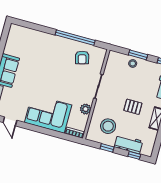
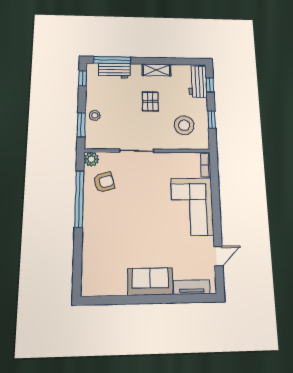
window: (138, 55) -> (81, 125), moved
plant: (85, 109) -> (91, 159), moved
workbench: (128, 144) -> (198, 82), moved

